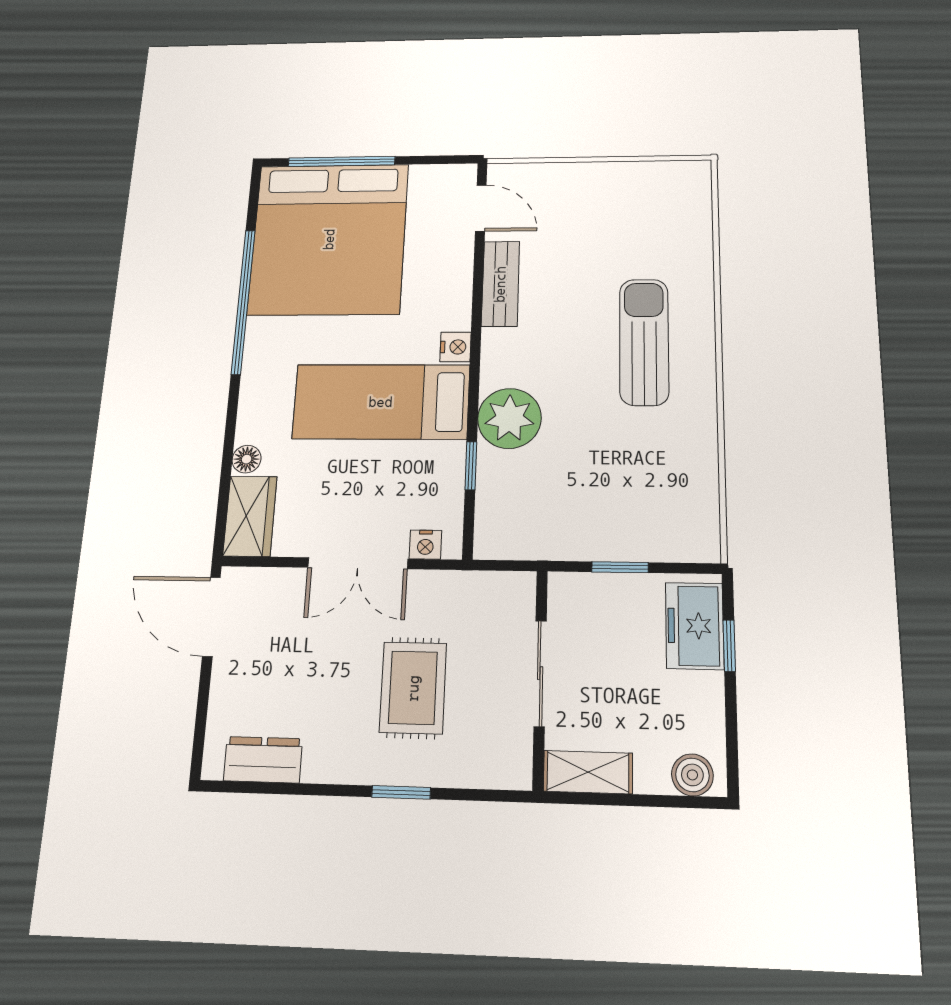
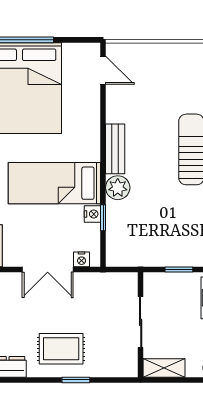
bench: (500, 284) -> (115, 149), moved
nightstand: (455, 347) -> (92, 214), moved
plant: (509, 418) -> (118, 188), width x0.73, depth x0.73
rug: (413, 688) -> (61, 349), moved, turned 90

